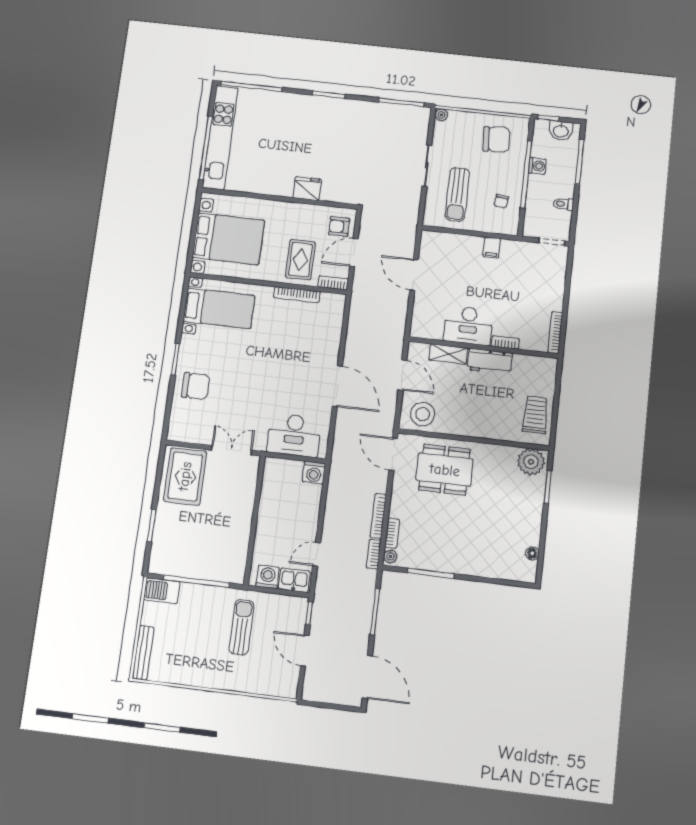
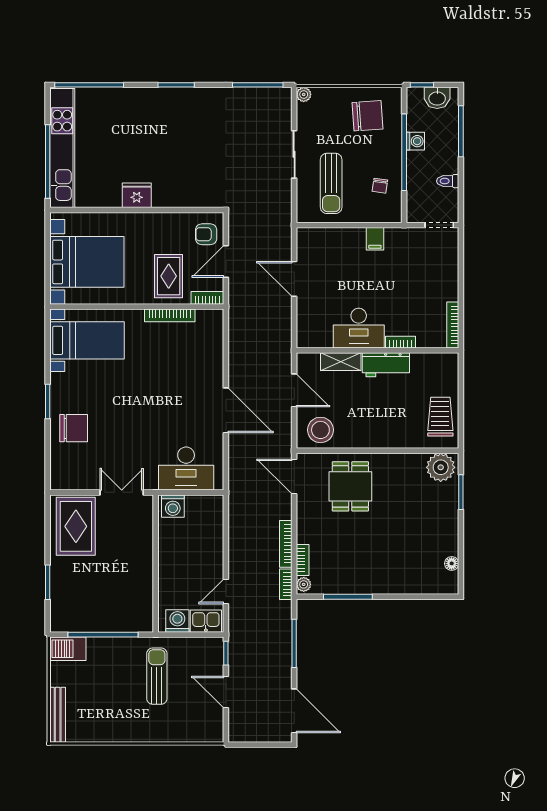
fridge: (307, 189) -> (137, 195), moved
dining table: (445, 470) -> (350, 486), width x0.73
washing machine: (314, 473) -> (173, 506), moved

